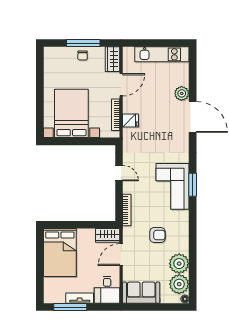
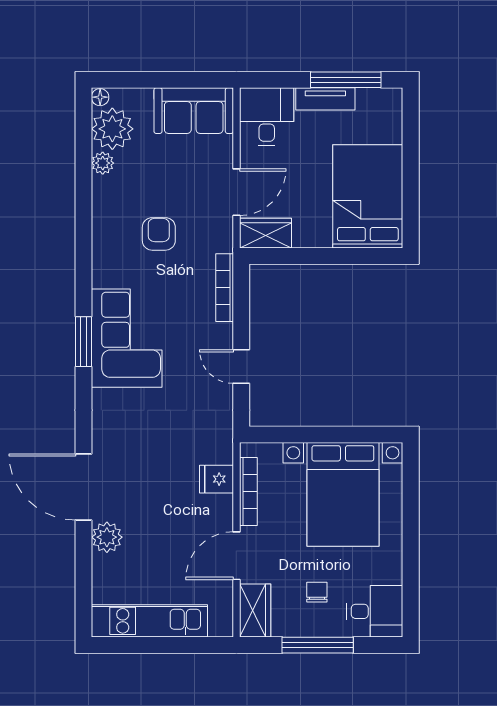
chair: (83, 56) -> (317, 592), moved
desk: (57, 59) -> (375, 611), added
armchair: (157, 235) -> (159, 234), turned 90
plant: (179, 264) -> (103, 163), width x0.53, depth x0.53

